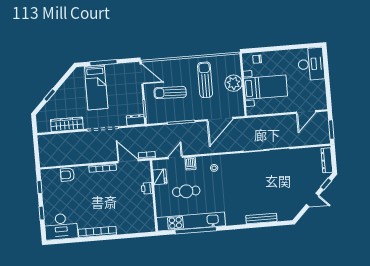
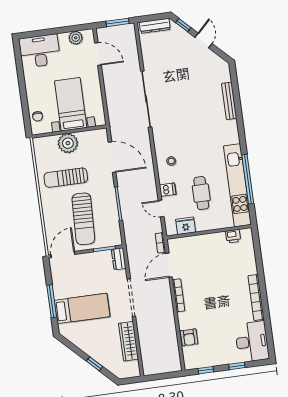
sun lounger: (170, 93) -> (83, 219), width x1.36, depth x1.34
plant: (320, 94) -> (76, 38), added
printer: (147, 188) -> (233, 236), moved

